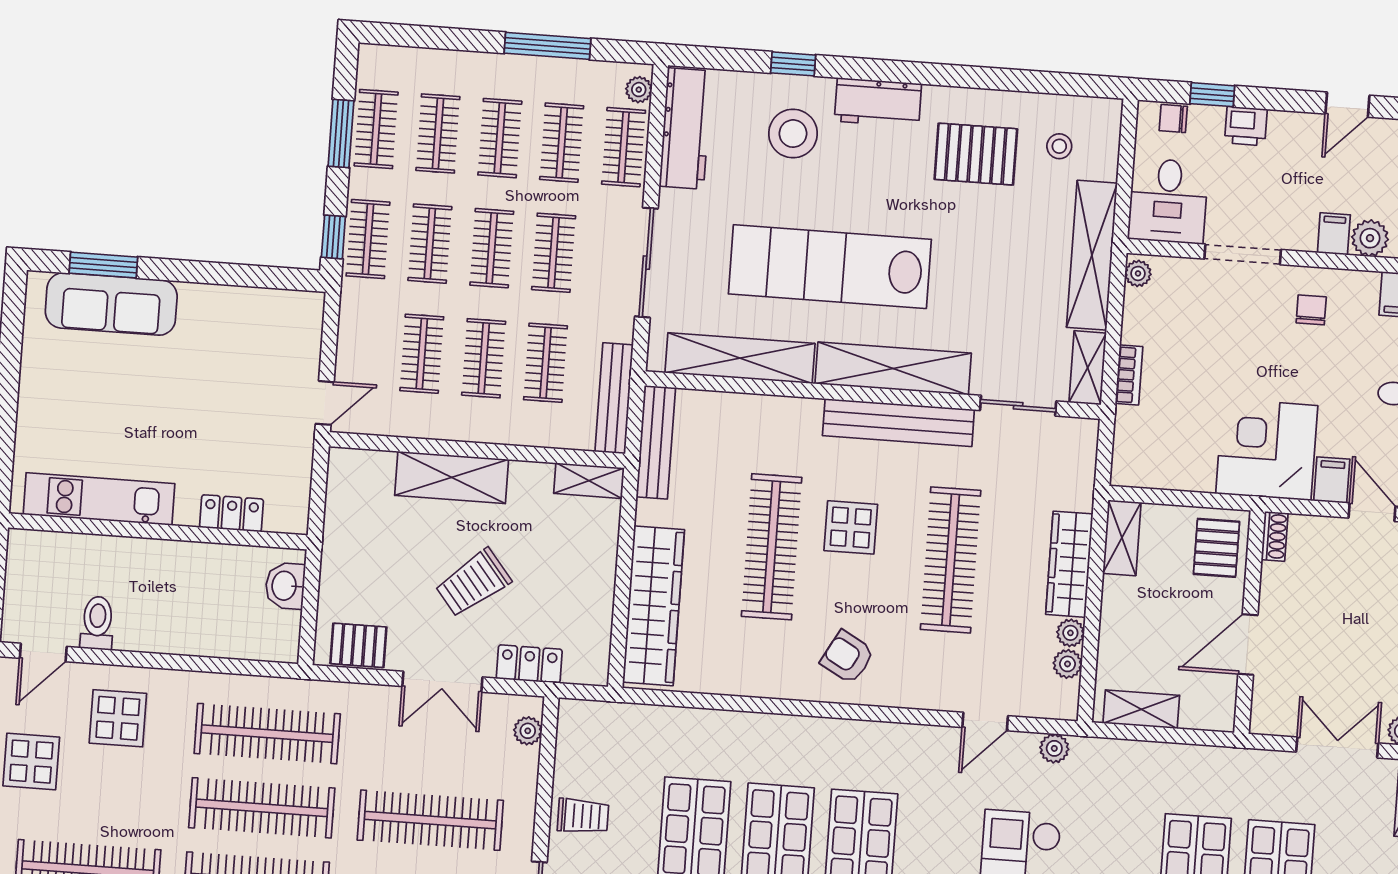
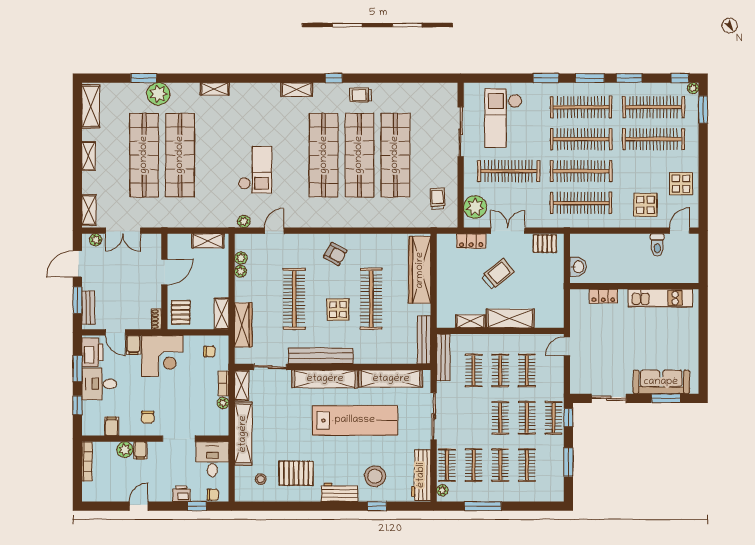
clothes rail: (376, 129) -> (553, 465), removed
clothes rail: (554, 253) -> (474, 418), removed
plant: (1138, 273) -> (223, 403), moved
sliding door: (236, 275) -> (609, 398), added
chair: (1156, 452) -> (209, 351), added
shelving: (589, 481) -> (470, 321), moved
wardrobe: (1069, 564) -> (243, 325), moved
plant: (528, 731) -> (475, 207), width x1.87, depth x1.87
trolley: (583, 816) -> (437, 199), moved, turned 88

